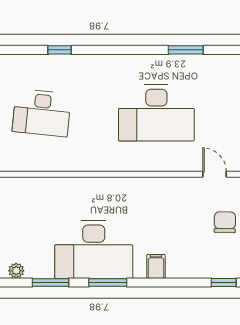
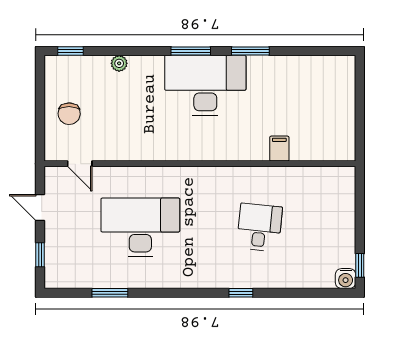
desk: (42, 113) -> (259, 227), width x0.73
filing cabinet: (156, 266) -> (279, 149), moved, turned 180
plant: (16, 271) -> (119, 63), moved

